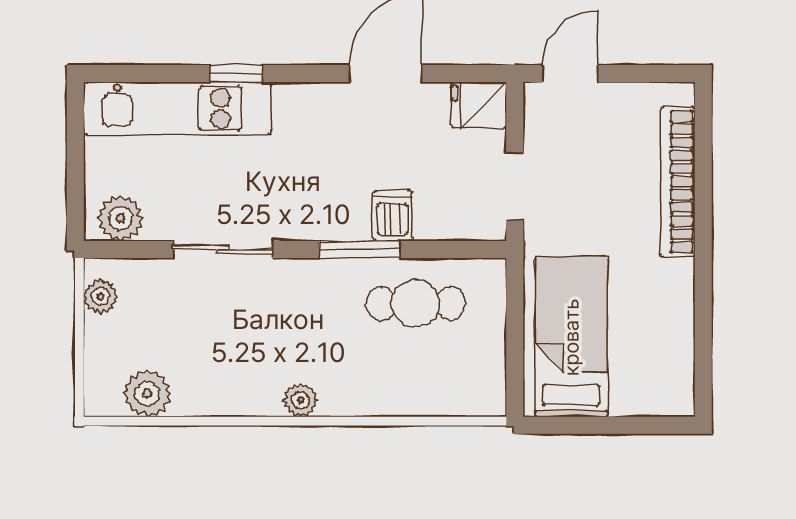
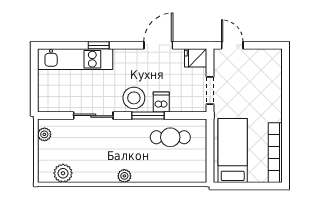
door: (570, 74) -> (232, 45), hinge flipped
bookcase: (678, 182) -> (275, 153), moved
stool: (324, 205) -> (134, 98), added
plant: (121, 218) -> (52, 103), removed

